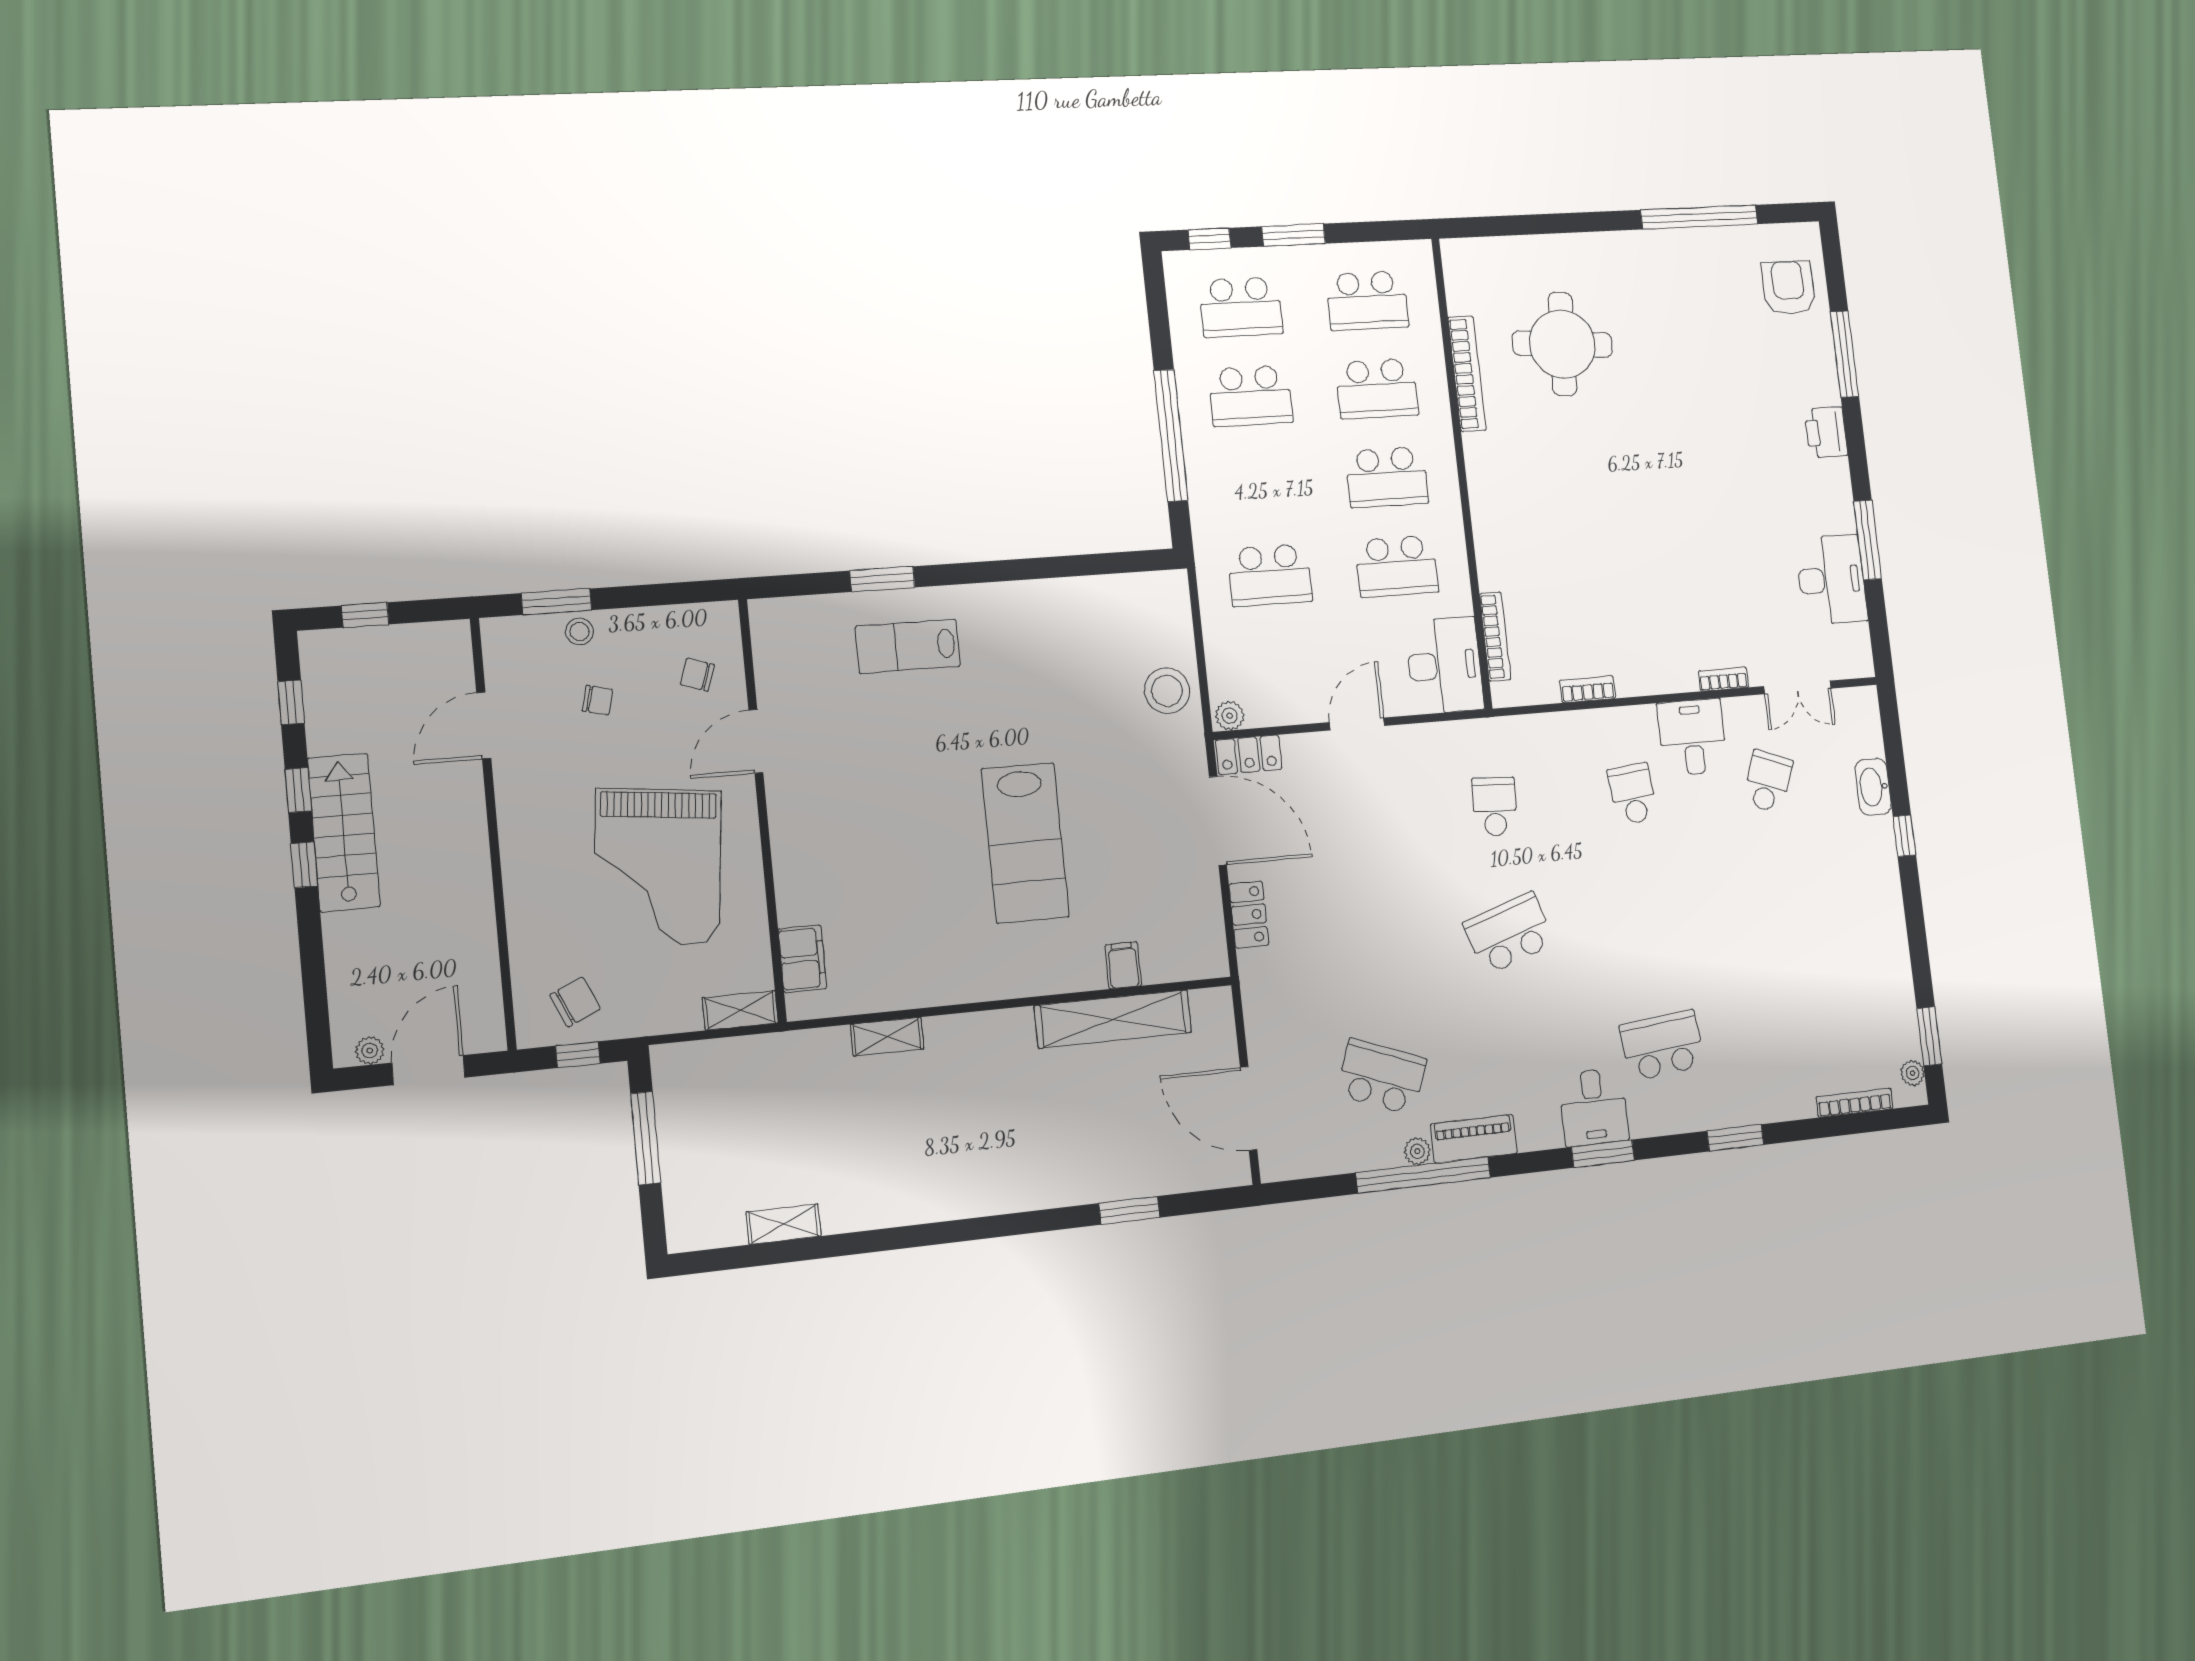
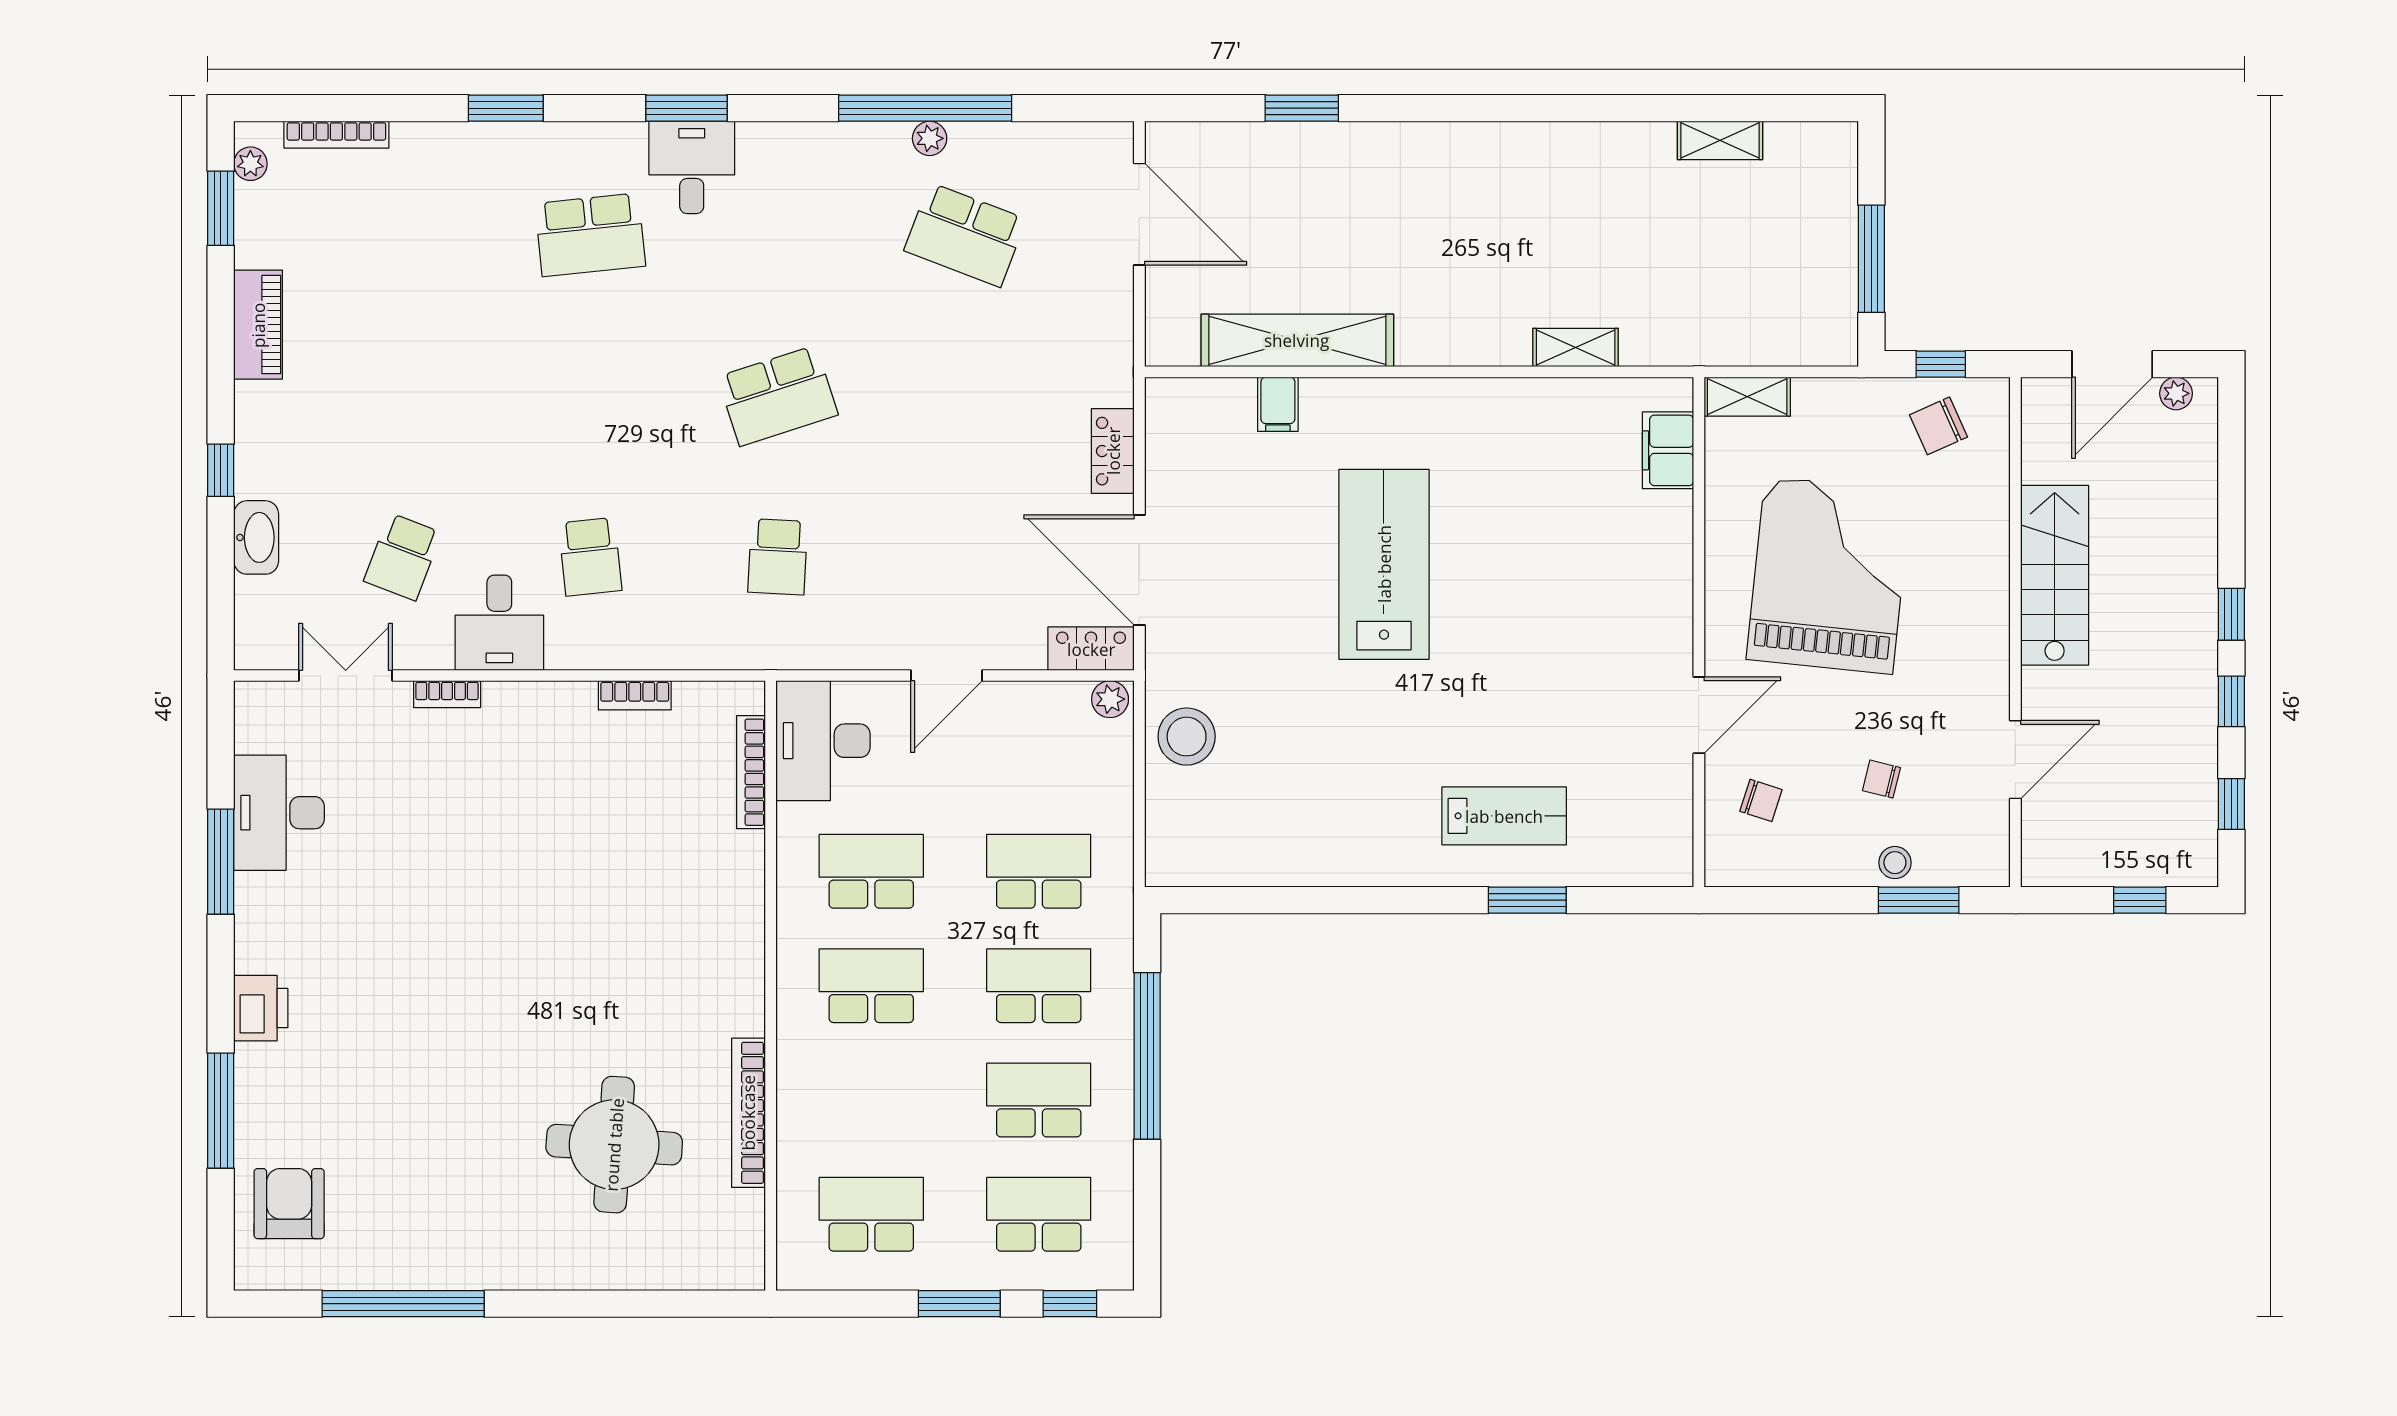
armchair: (1788, 288) -> (289, 1204), turned 180
school desk: (1377, 389) -> (1039, 986), moved
stairs: (344, 832) -> (2055, 575), moved, turned 180
piano: (1474, 1139) -> (258, 325), moved, turned -90

